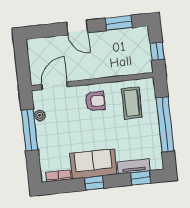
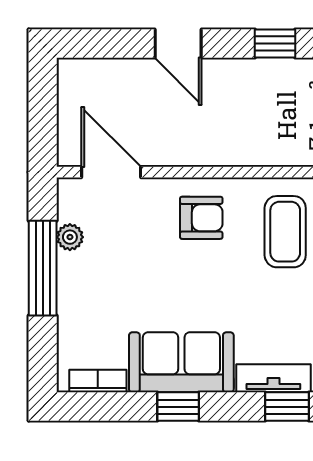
window: (119, 23) -> (275, 44), width x0.67
door: (54, 86) -> (111, 172), hinge flipped

